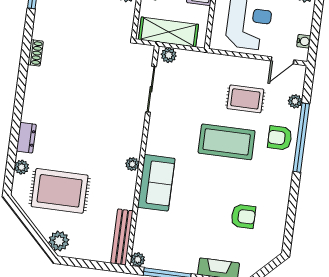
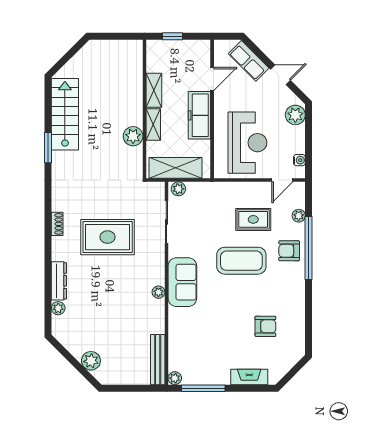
shoe rack: (35, 53) -> (57, 224), moved
dresser: (26, 138) -> (59, 281), width x1.44
sofa: (156, 183) -> (182, 282), moved
rug: (60, 191) -> (108, 237), moved
plant: (59, 241) -> (91, 361), moved

